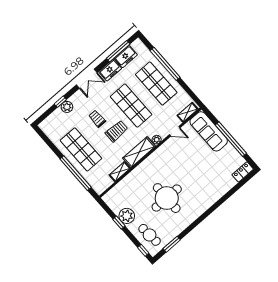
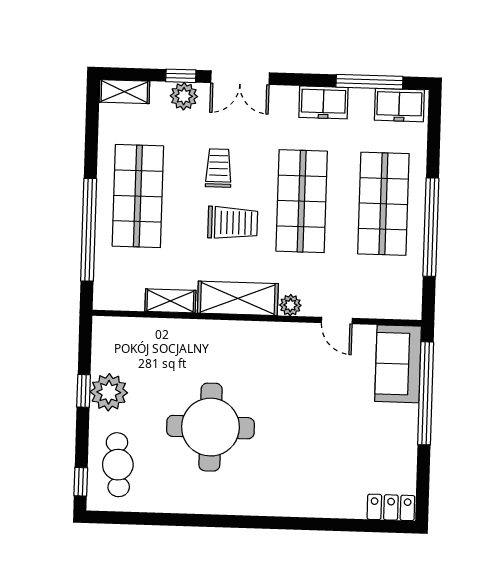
freezer: (126, 57) -> (399, 105), moved
window: (165, 64) -> (431, 227), moved
double door: (87, 79) -> (240, 78), moved
shelving: (188, 112) -> (124, 92), moved
sofa: (209, 131) -> (398, 364), width x0.73
window: (231, 139) -> (426, 393), moved
window: (172, 244) -> (142, 518), removed

